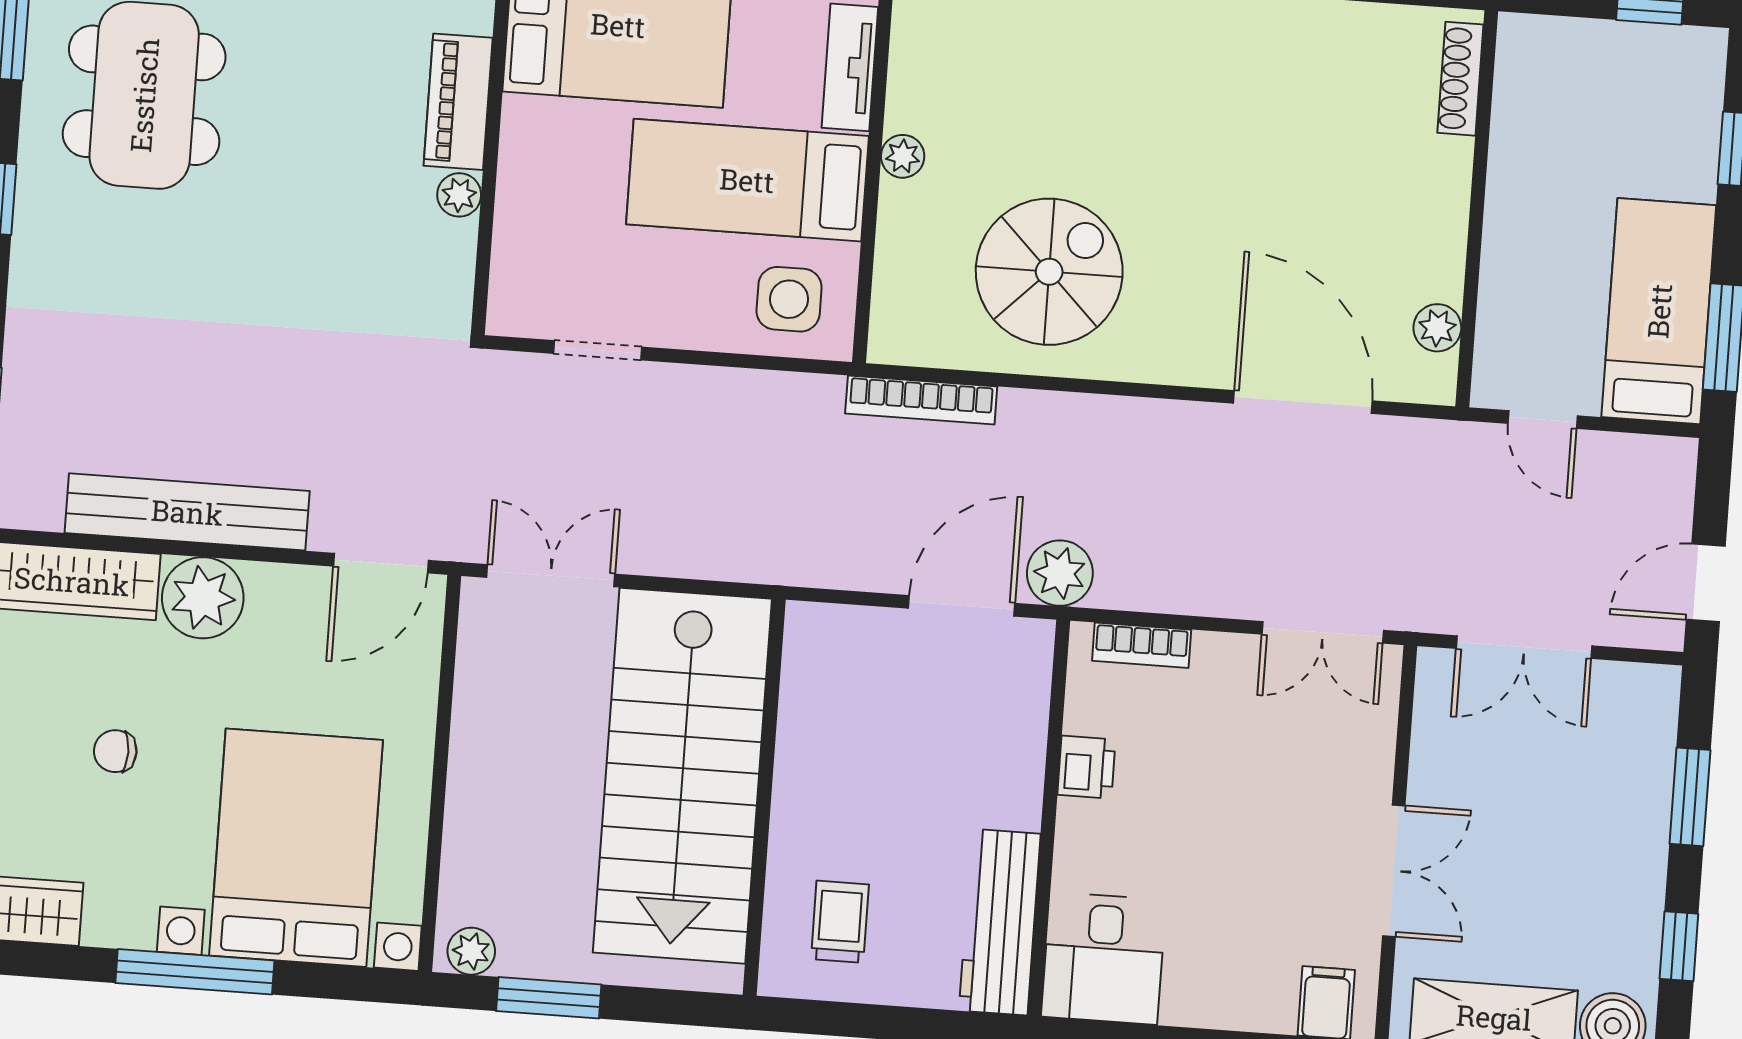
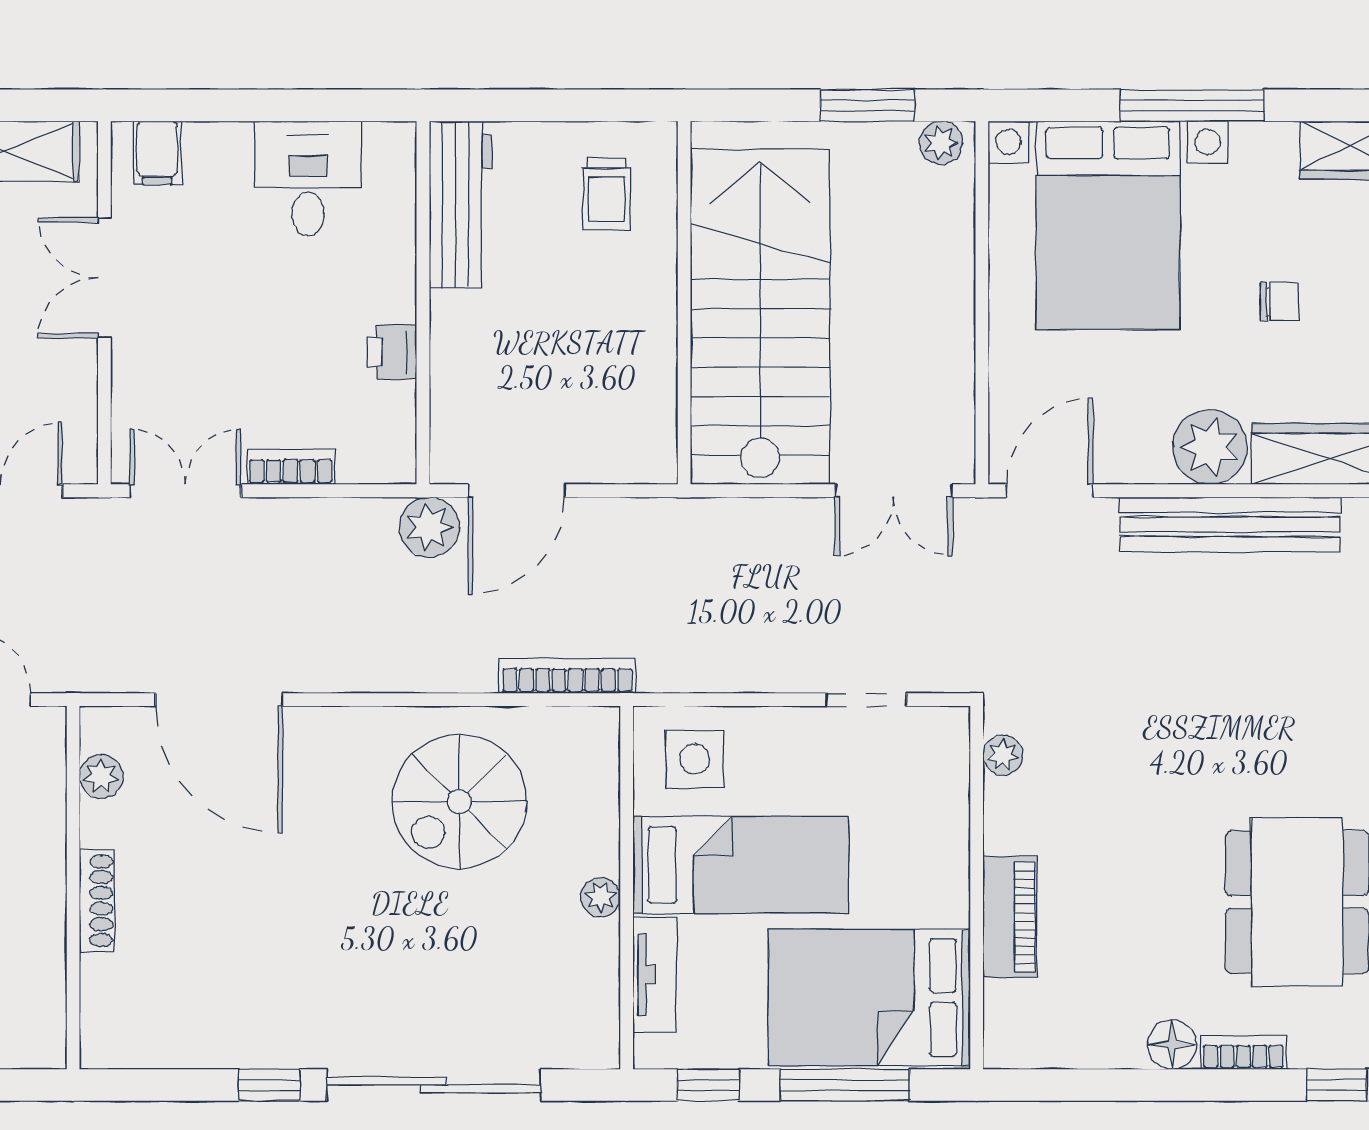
shoe rack: (1460, 79) -> (97, 901), moved
plant: (459, 195) -> (1003, 755), moved
bookcase: (1142, 645) -> (291, 467), moved
desk: (1104, 958) -> (308, 178), moved

